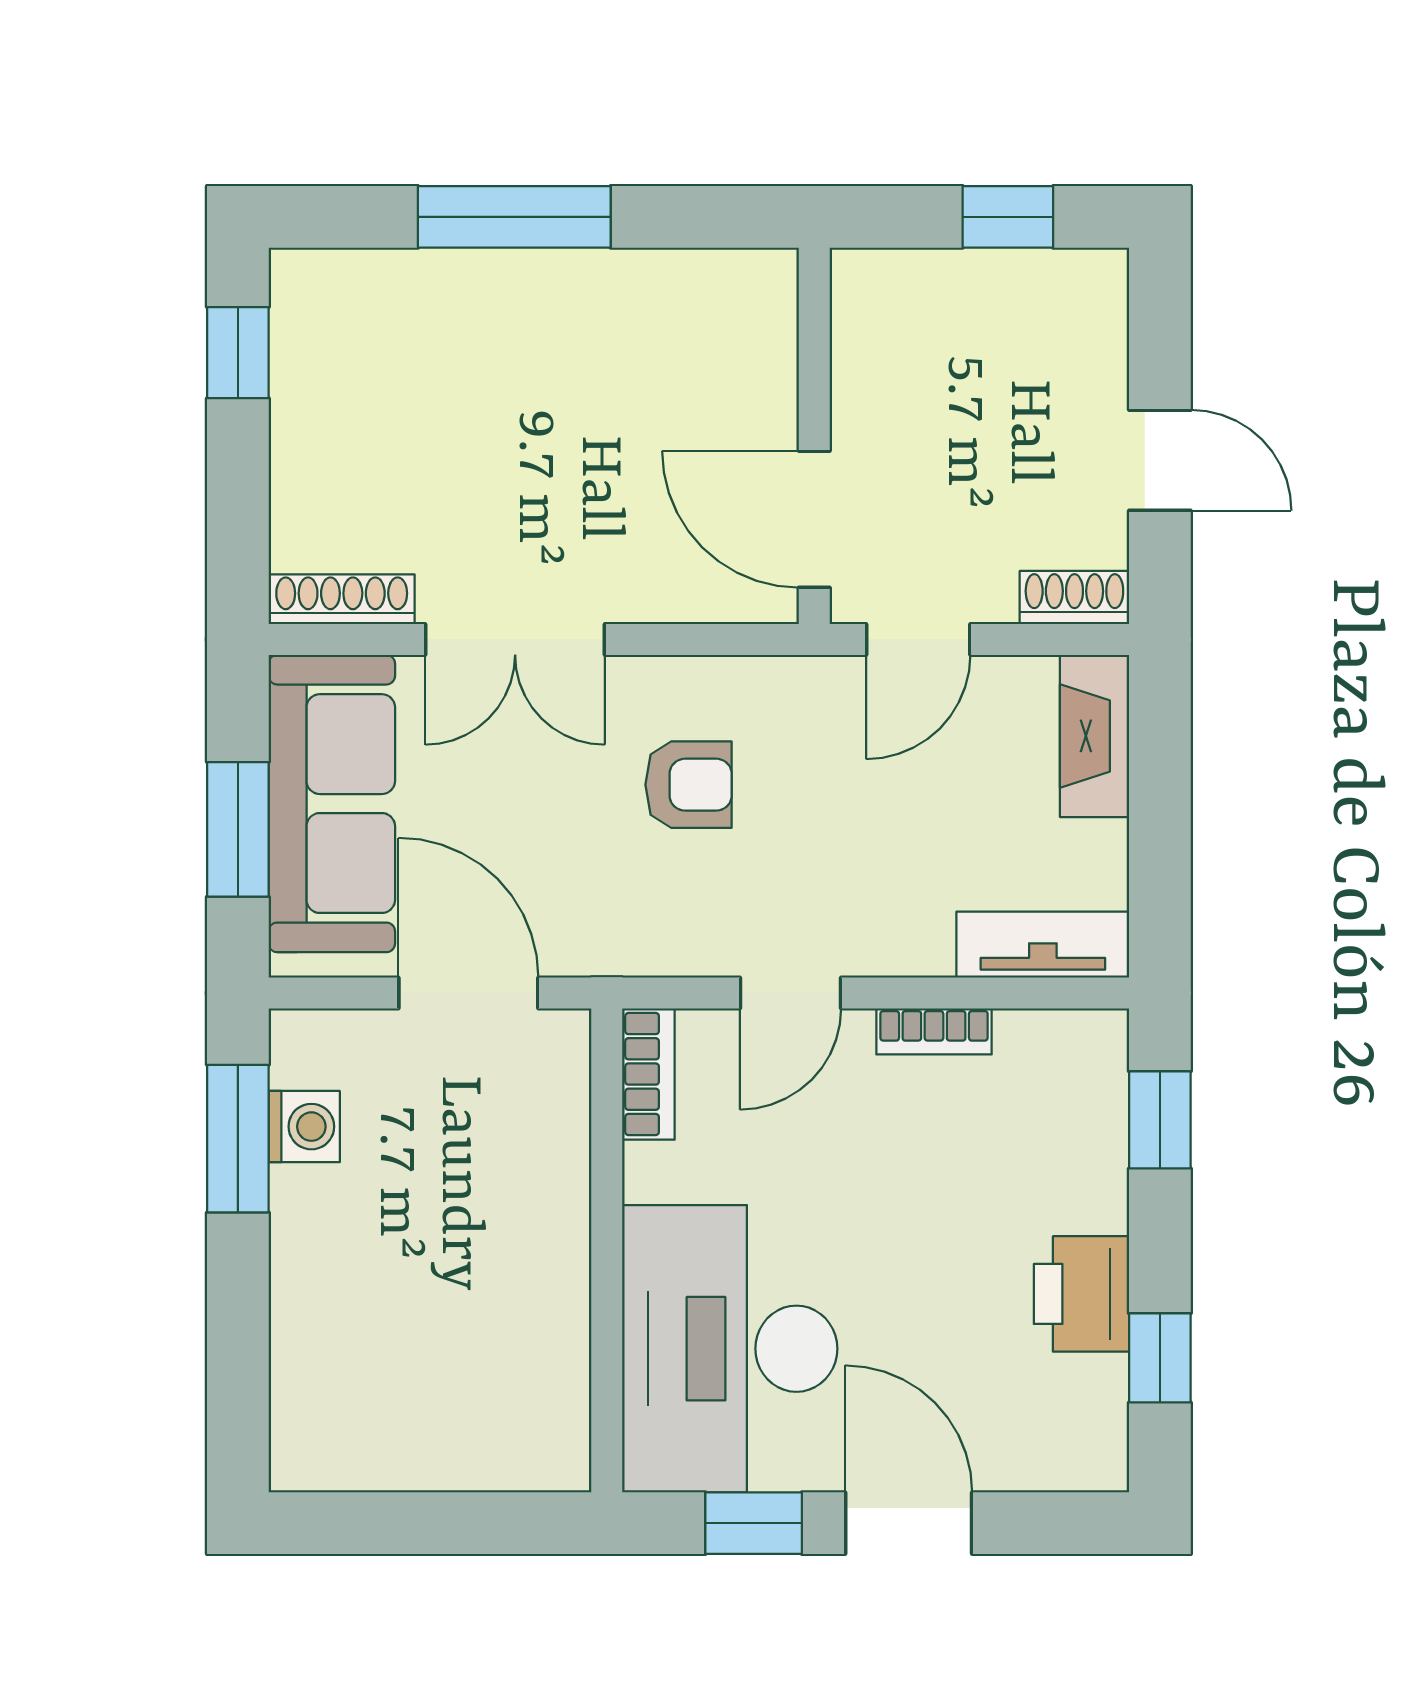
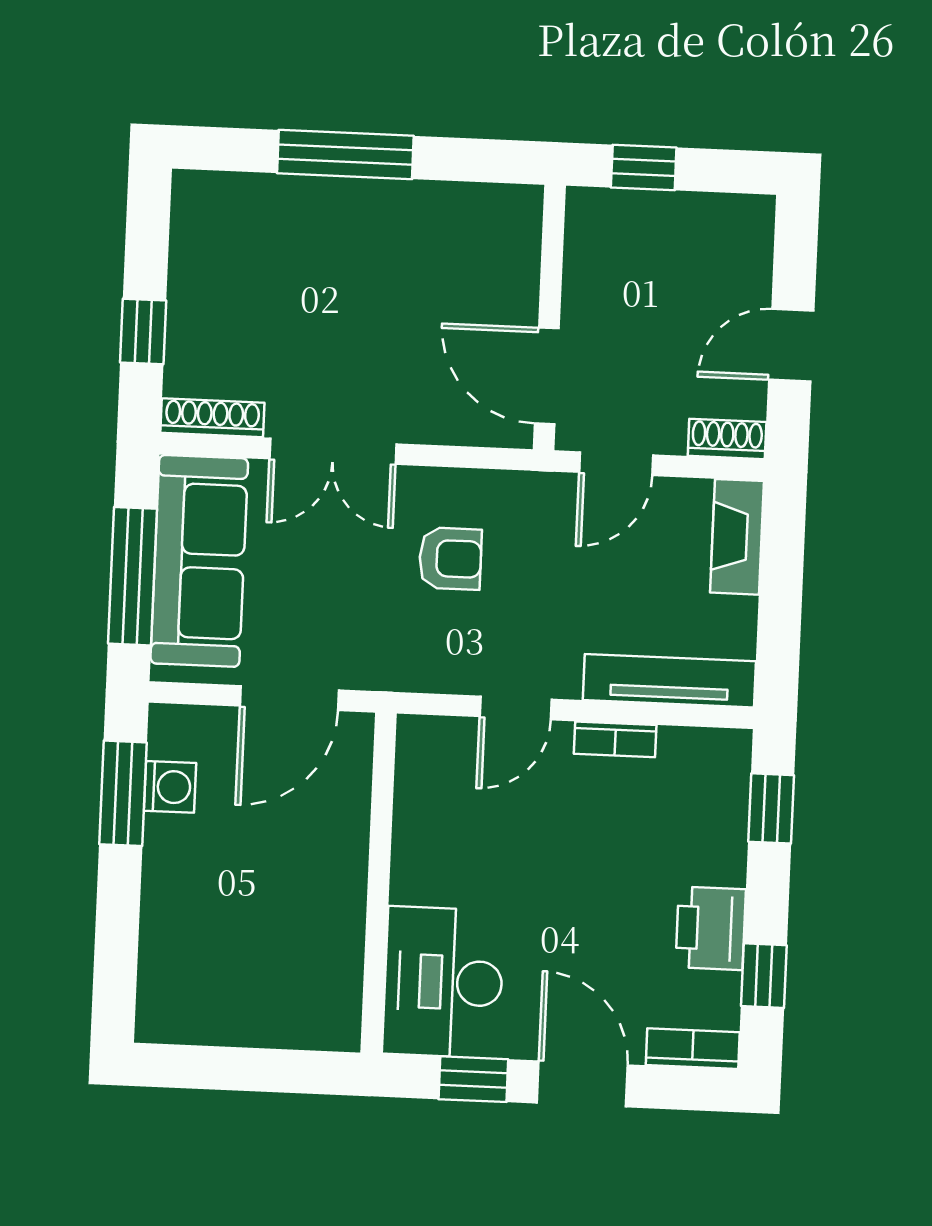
window: (1008, 217) -> (644, 167), moved
window: (238, 353) -> (143, 332), moved
door: (1160, 460) -> (791, 345), swing flipped
window: (238, 829) -> (132, 576), width x1.44
tv unit: (1043, 945) -> (669, 681), width x1.41
door: (468, 993) -> (289, 698), swing flipped
bookcase: (648, 1074) -> (693, 1049), moved, turned -90
desk: (730, 1349) -> (443, 982), width x0.73, depth x0.77

